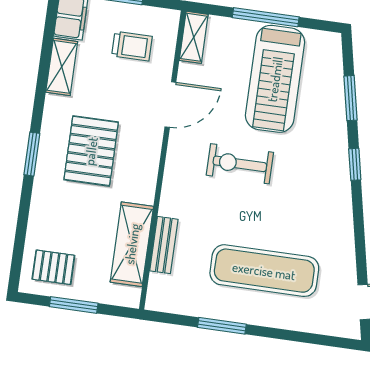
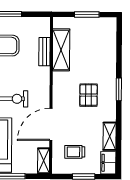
door: (170, 105) -> (51, 124), width x1.36
pallet: (91, 151) -> (89, 95), width x0.67, depth x0.71
pallet: (53, 267) -> (100, 32), removed

